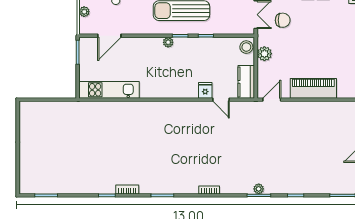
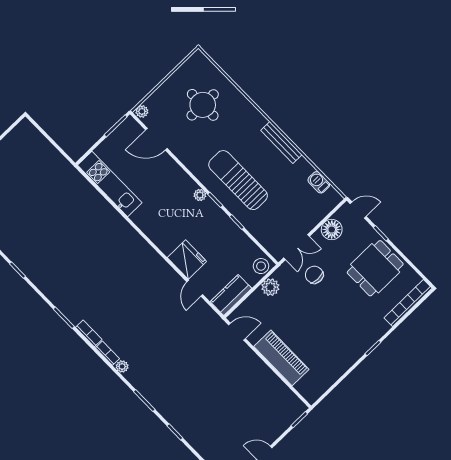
plant: (84, 12) -> (142, 111), moved
chair: (283, 20) -> (314, 275), turned 180
fridge: (205, 90) -> (187, 259), width x1.88, depth x1.34
plant: (259, 189) -> (122, 366), moved
bookcase: (127, 190) -> (89, 333), moved

